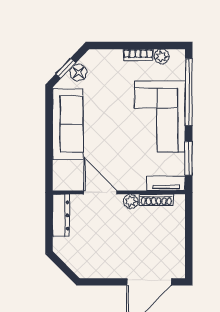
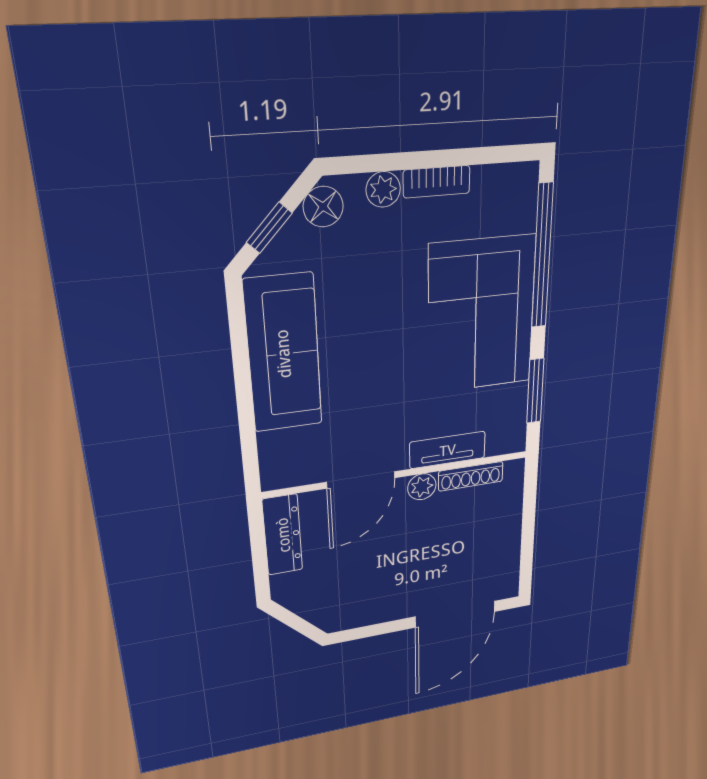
plant: (162, 56) -> (383, 189), moved
floor lamp: (78, 72) -> (323, 207), moved
tv unit: (166, 183) -> (448, 450), moved
door: (100, 192) -> (361, 480), swing flipped

